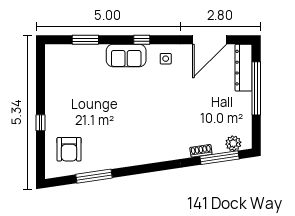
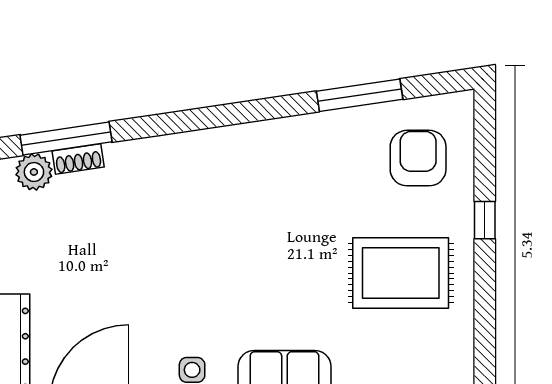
rug: (76, 100) -> (401, 273), added
shoe rack: (201, 151) -> (78, 159), moved

